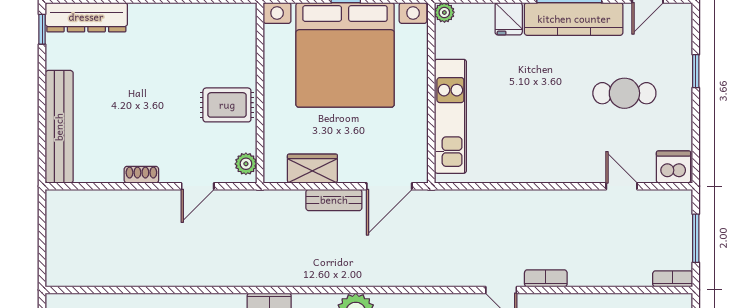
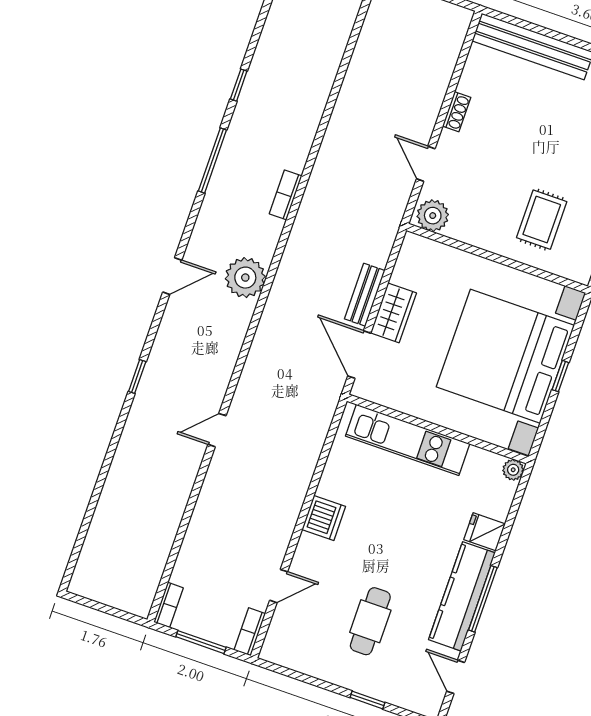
rug: (227, 105) -> (542, 220), moved
plant: (246, 164) -> (433, 216), width x1.38, depth x1.38
dishwasher: (674, 167) -> (324, 518), moved
wardrobe: (312, 169) -> (393, 313), moved
bookcase: (546, 278) -> (250, 632), moved, turned 180

